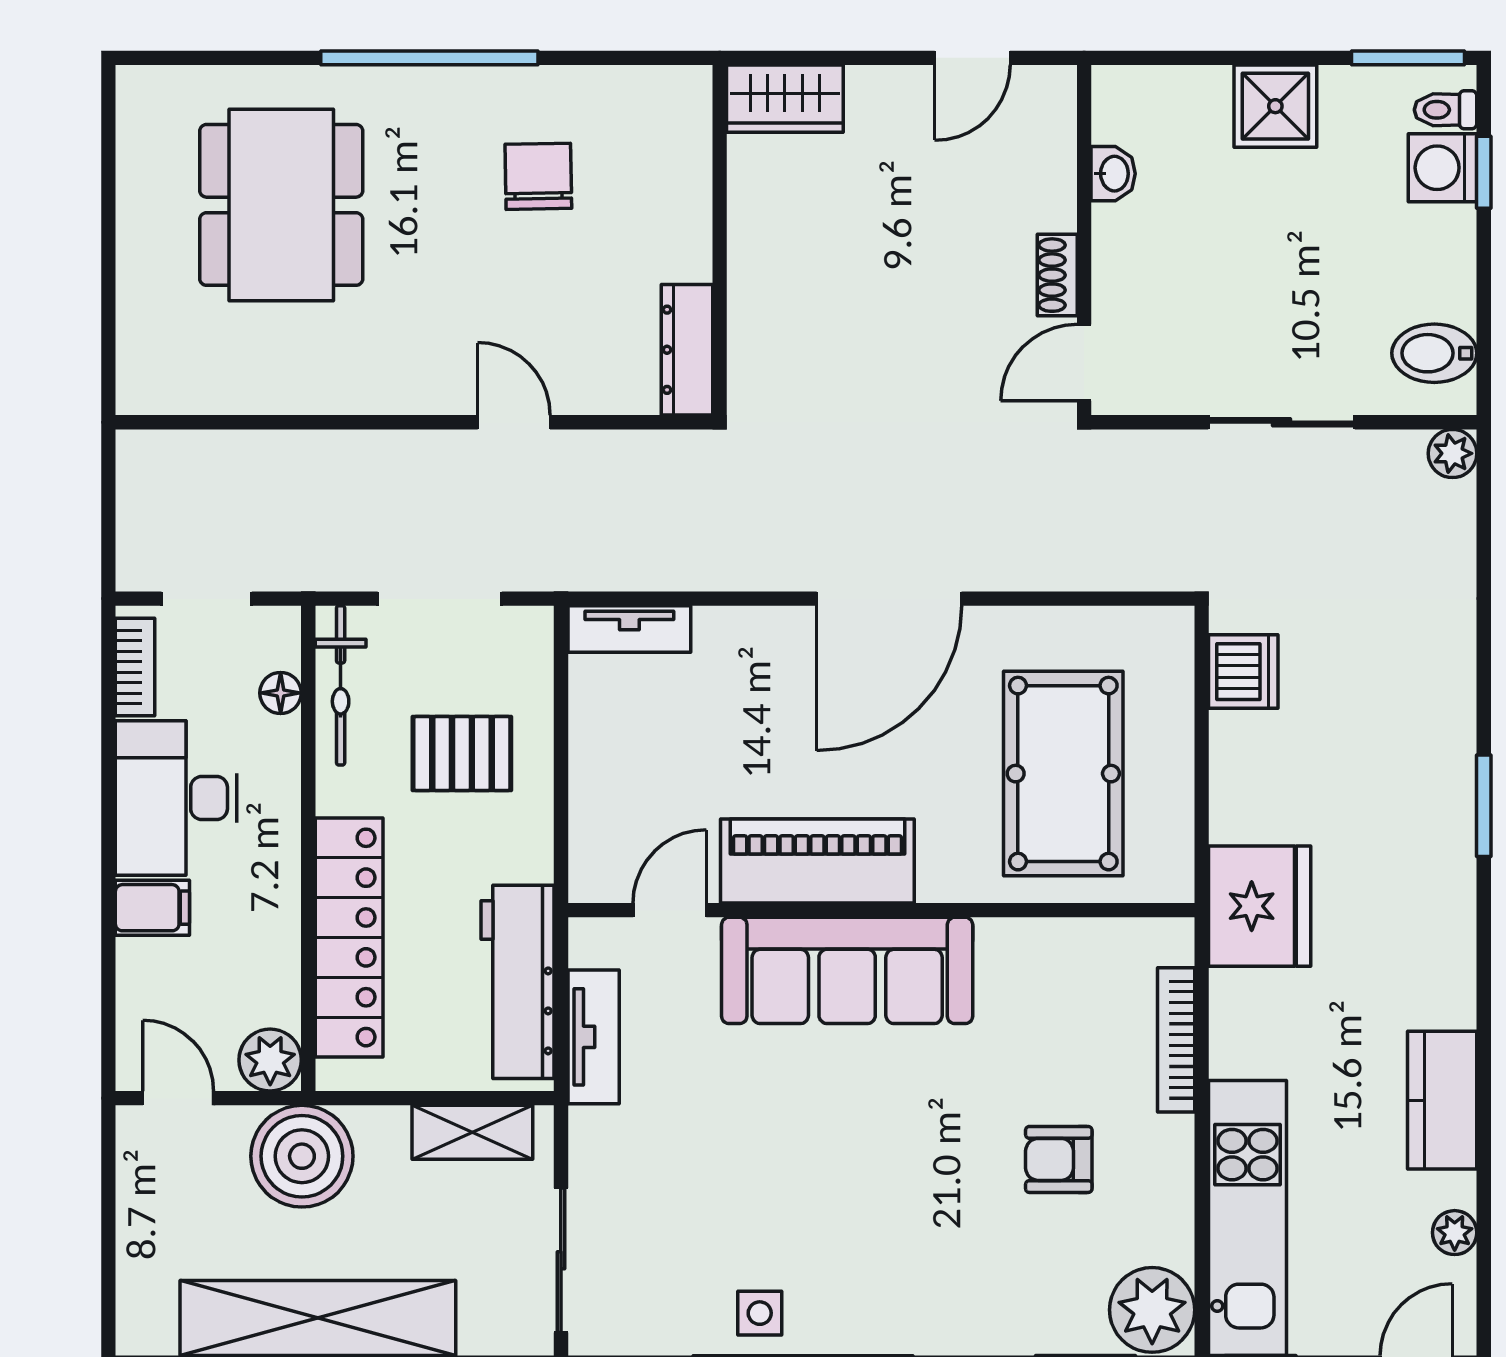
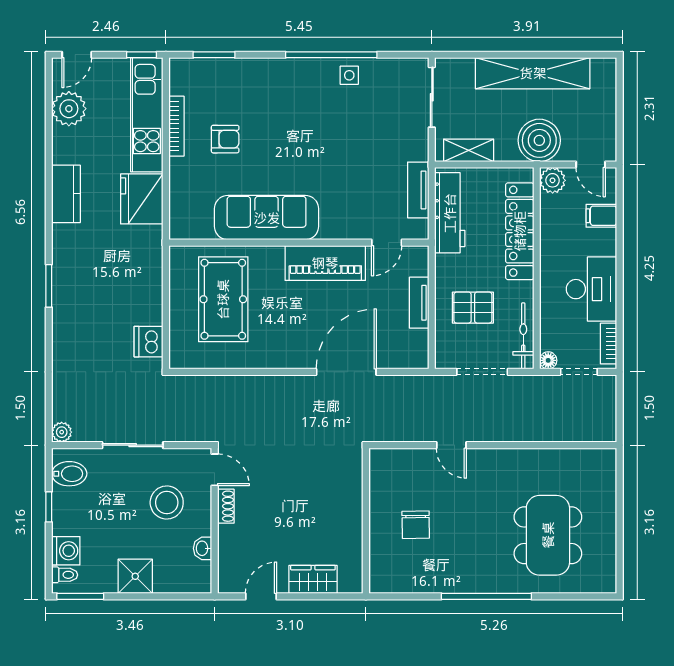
wardrobe: (785, 99) -> (313, 579), moved
window: (1484, 172) -> (49, 507), moved
chair: (538, 176) -> (416, 525), moved
stool: (1199, 284) -> (167, 502), added
dresser: (687, 350) -> (379, 475), removed
door: (1084, 363) -> (215, 470), hinge flipped
door: (889, 599) -> (346, 372), moved
tv unit: (629, 629) -> (419, 303), moved, turned -90
floor lamp: (281, 693) -> (548, 360), moved
fridge: (1260, 906) -> (142, 199), moved
filing cabinet: (152, 908) -> (601, 216), moved
sofa: (847, 970) -> (267, 218), moved
bookcase: (1176, 1040) -> (176, 126), moved
kitchen counter: (1442, 1100) -> (66, 194), moved
plant: (1455, 1233) -> (69, 109), width x1.88, depth x1.88
plant: (1152, 1310) -> (186, 77), removed

